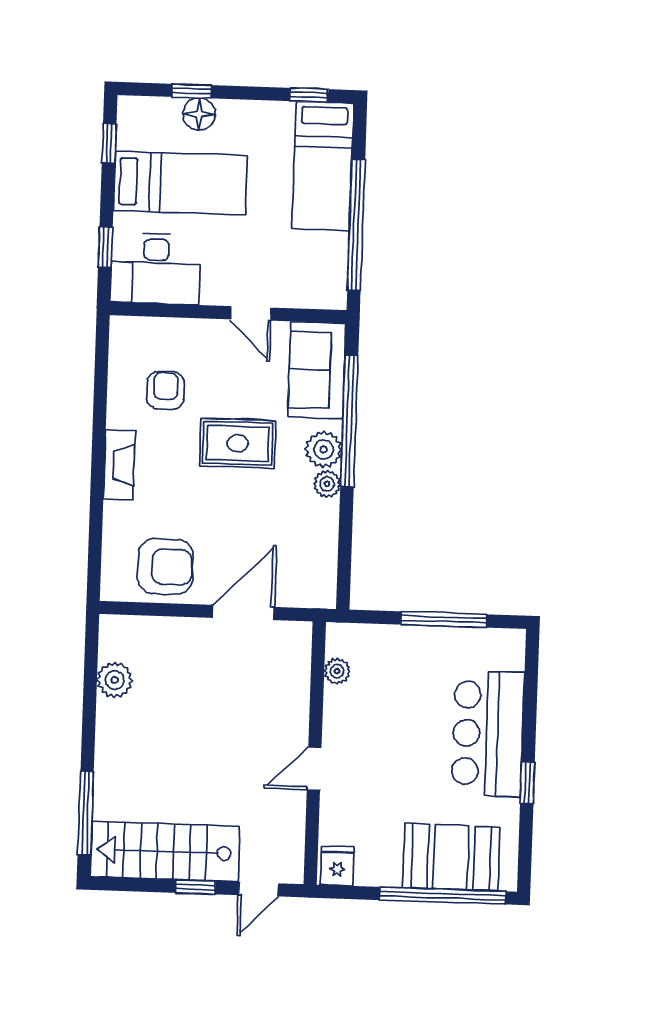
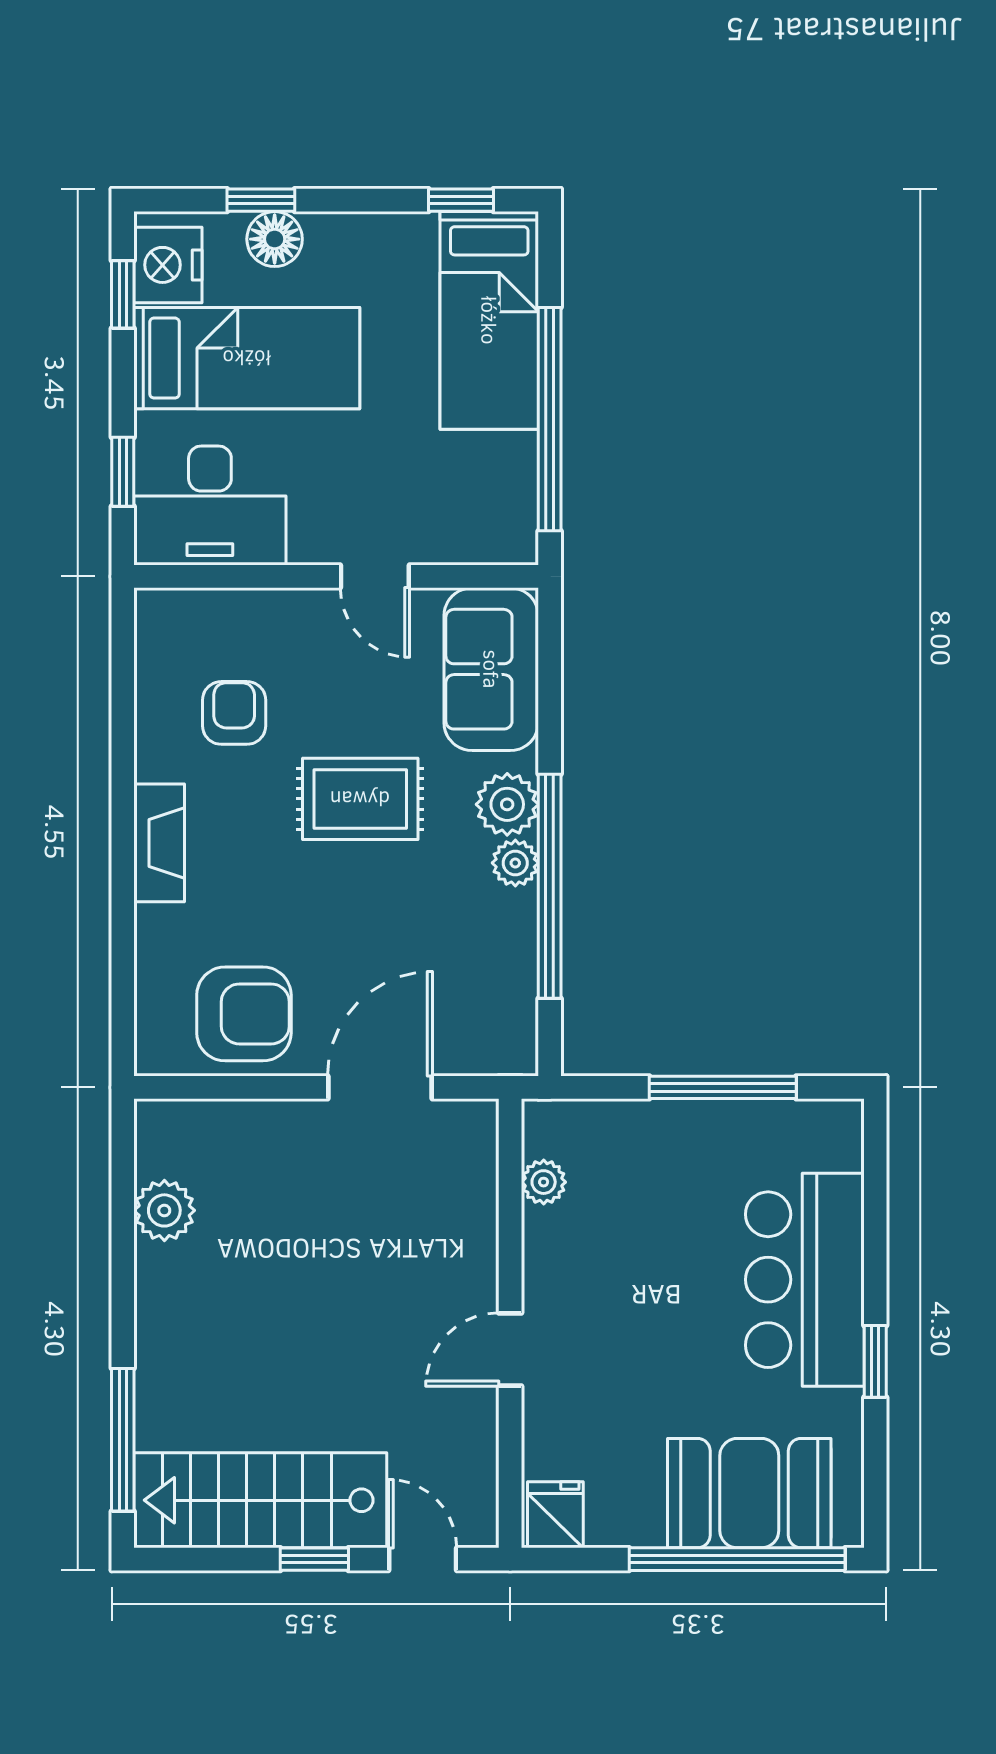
nightstand: (136, 127) -> (168, 265), added
window: (349, 421) -> (550, 886), moved
door: (259, 889) -> (423, 1559), swing flipped

